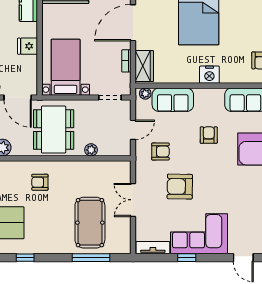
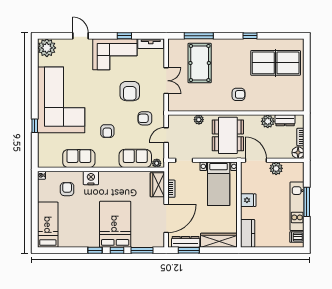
nightstand: (209, 75) -> (91, 178), moved
armchair: (180, 187) -> (130, 91), turned 89

